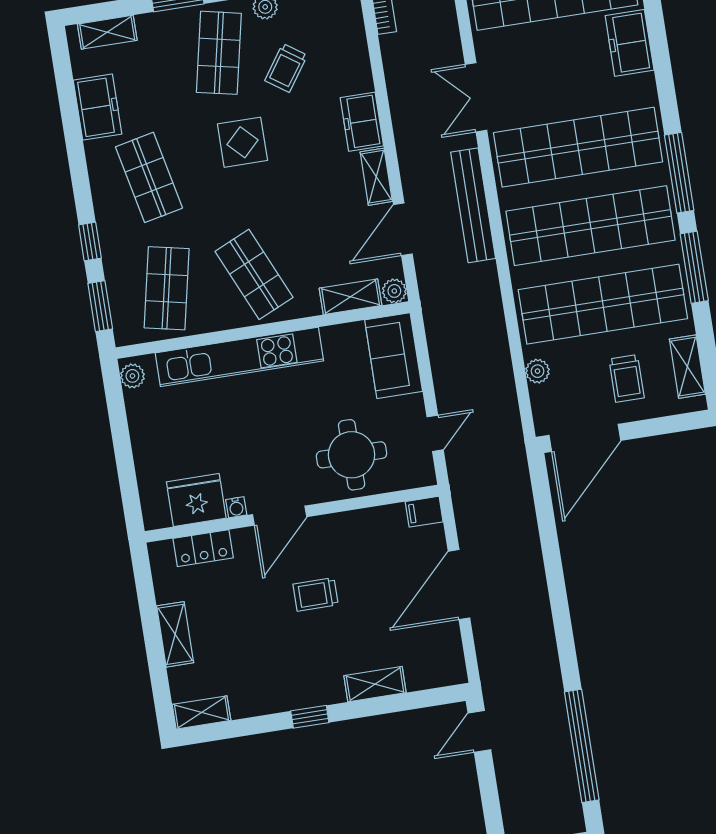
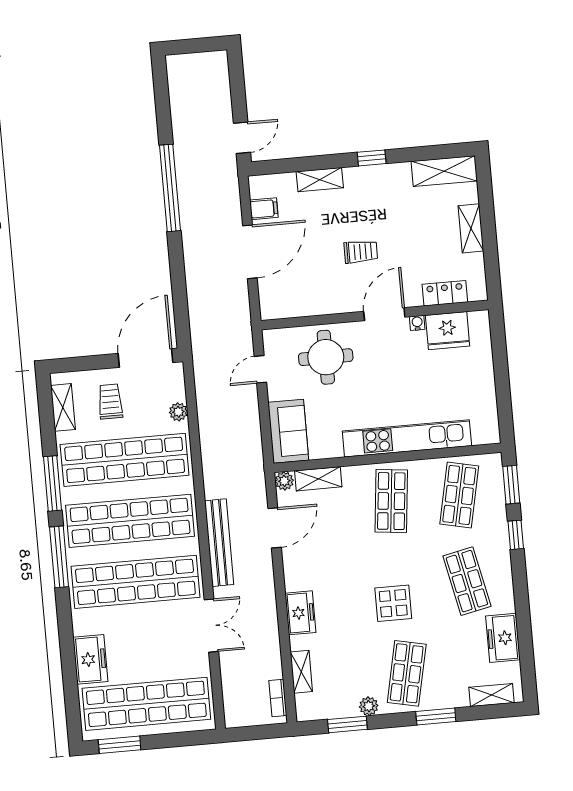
trolley: (286, 68) -> (356, 658), removed
shelving: (376, 177) -> (301, 672), moved
shop shelf: (254, 274) -> (391, 501), turned 30
plant: (132, 376) -> (490, 429), removed
filing cabinet: (424, 512) -> (264, 209), moved
shelving: (201, 712) -> (444, 171), width x1.50, depth x1.33
window: (582, 746) -> (170, 188), moved

